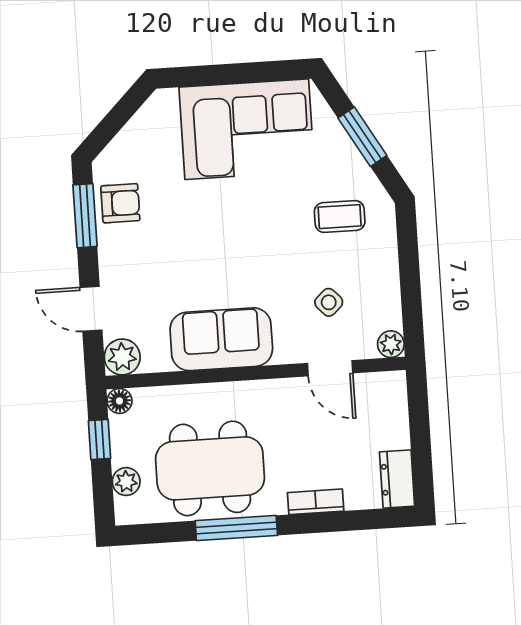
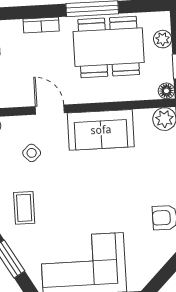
coffee table: (340, 217) -> (24, 208), turned 90
door: (330, 368) -> (50, 110), moved

